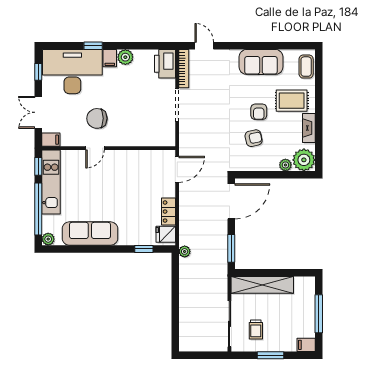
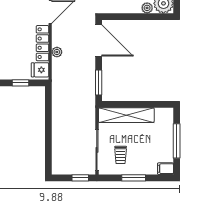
door: (231, 201) -> (99, 40), hinge flipped
locker: (168, 212) -> (42, 43), width x1.53
plant: (185, 251) -> (57, 52), moved
window: (211, 355) -> (80, 178), added

